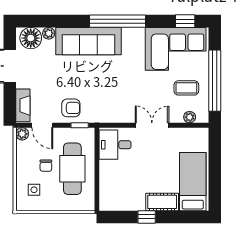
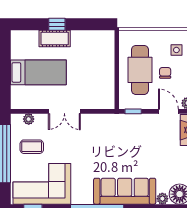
armchair: (71, 108) -> (141, 128), removed
desk: (115, 145) -> (99, 93), removed
bed: (193, 182) -> (38, 72), moved, turned -90
window: (147, 217) -> (57, 24), moved

